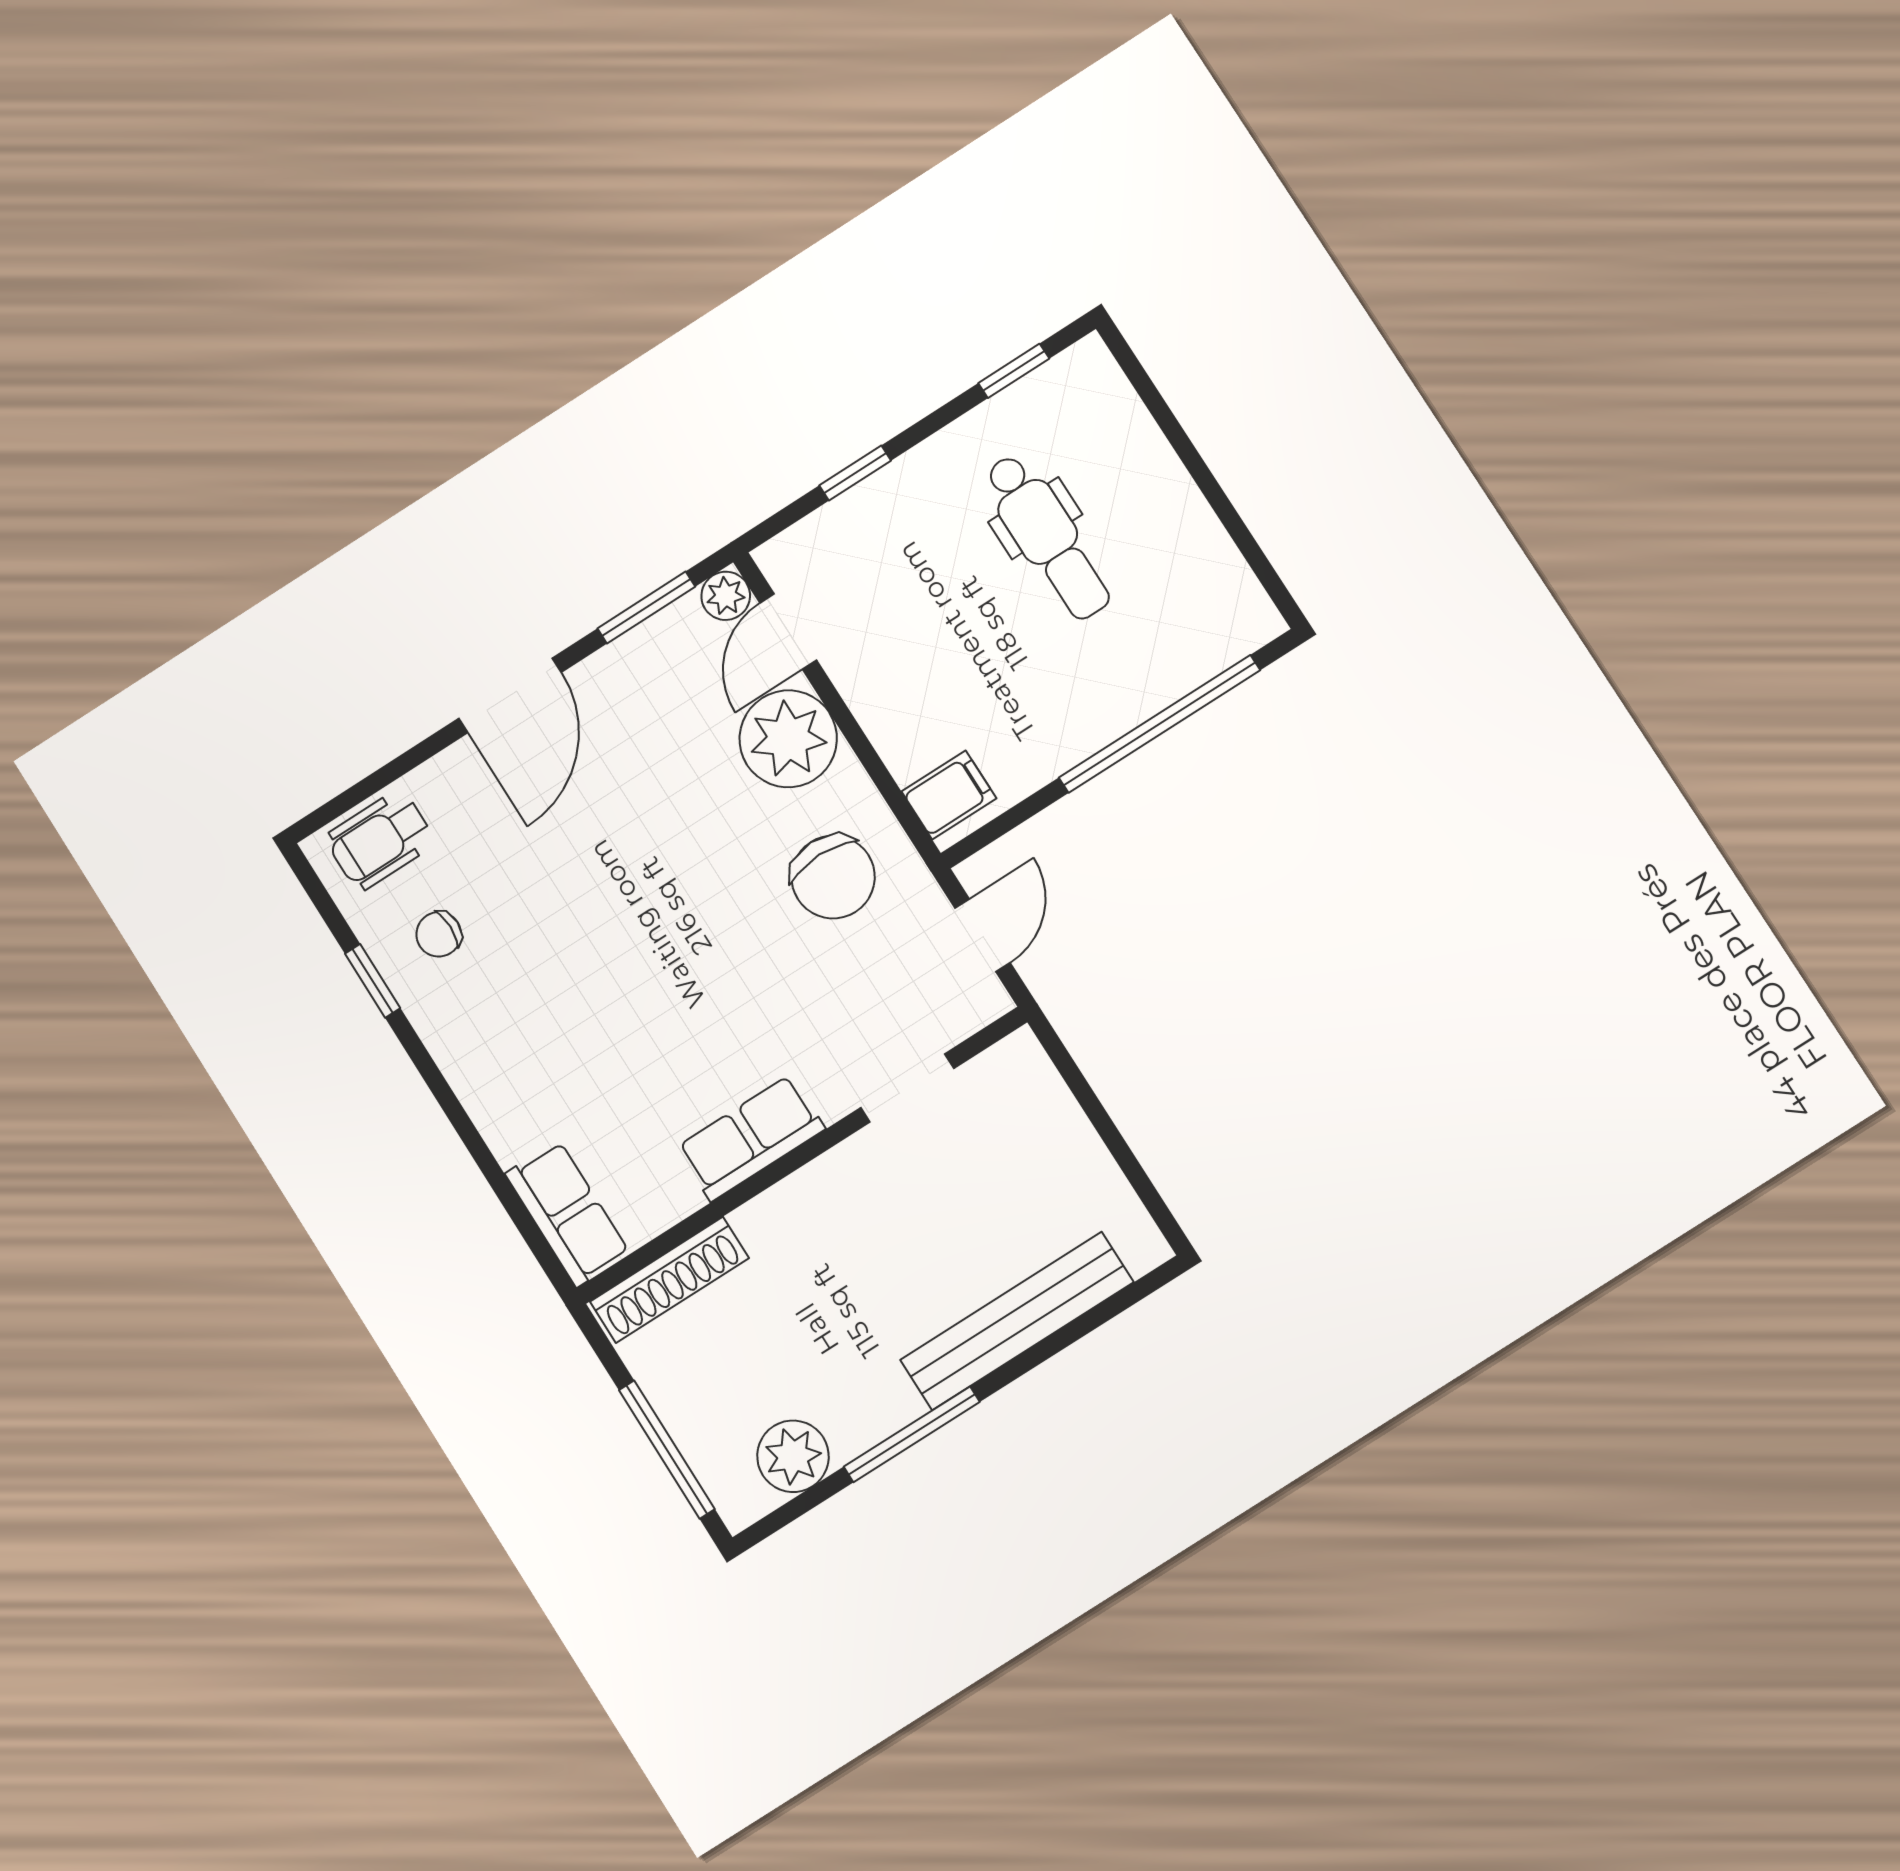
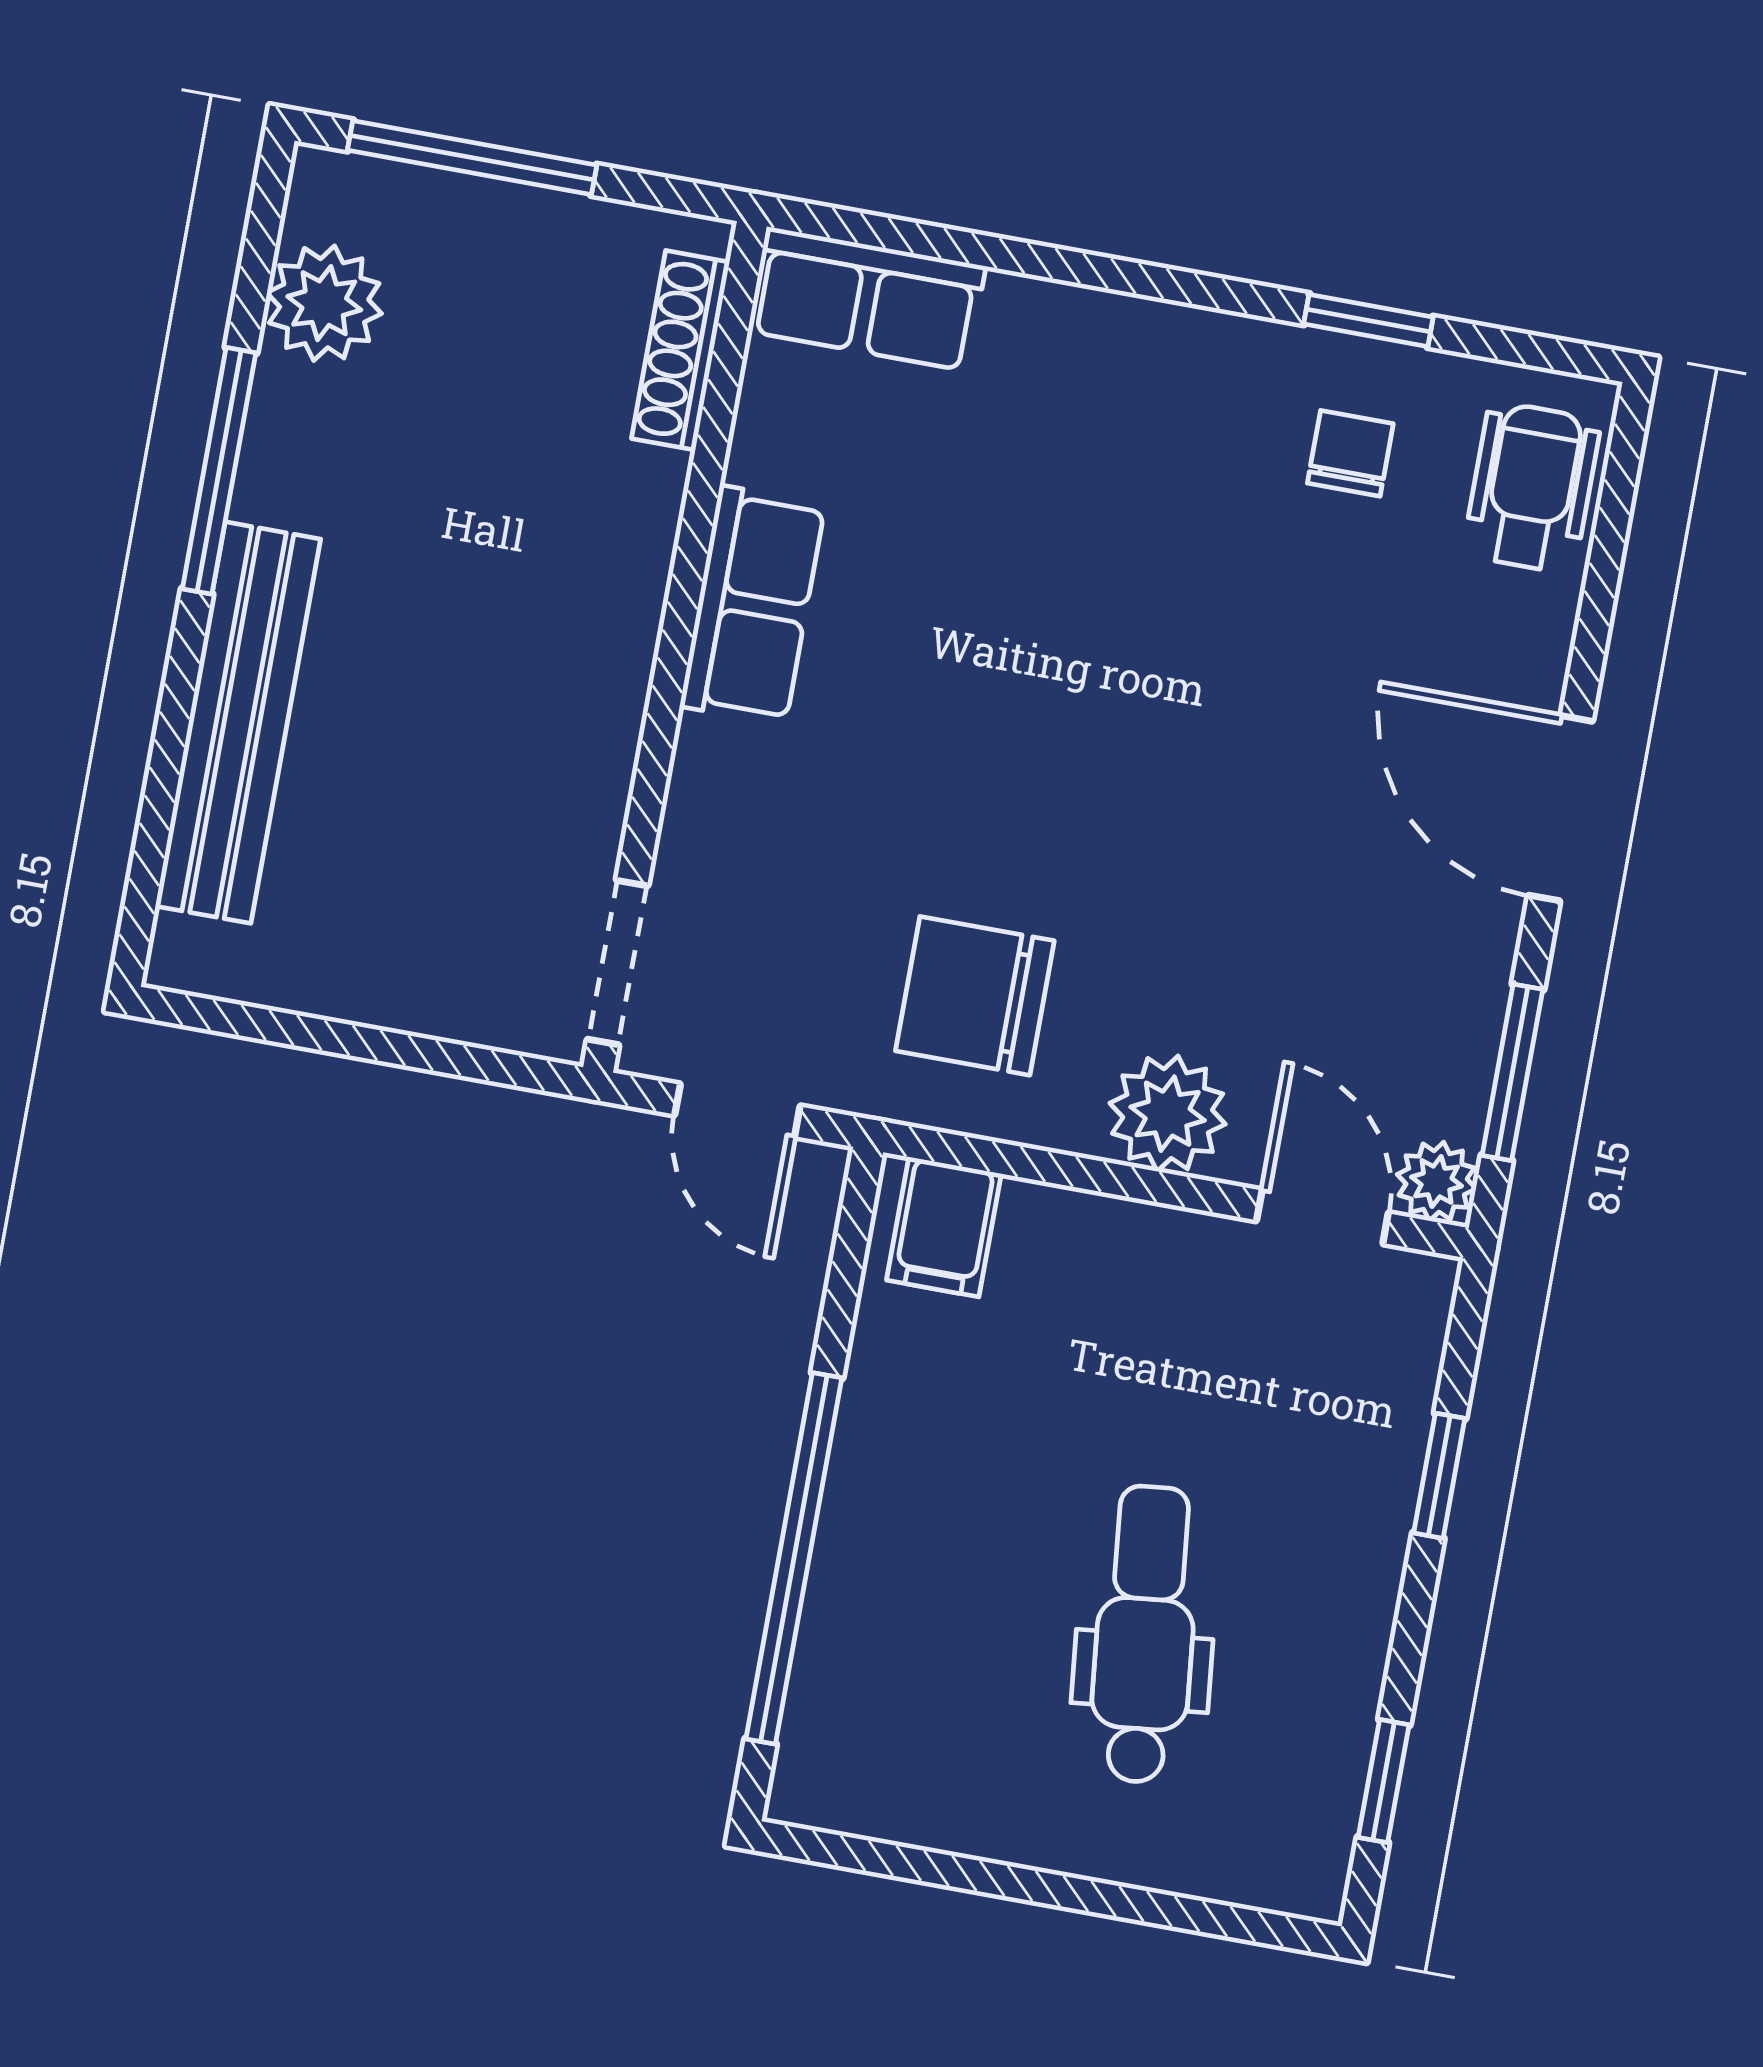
dental chair: (1047, 537) -> (1145, 1634), turned 84
plant: (788, 739) -> (1168, 1114), width x0.73, depth x0.73
doorway: (907, 1088) -> (618, 962), moved
shoe rack: (669, 1280) -> (681, 350), width x0.74, depth x0.81

